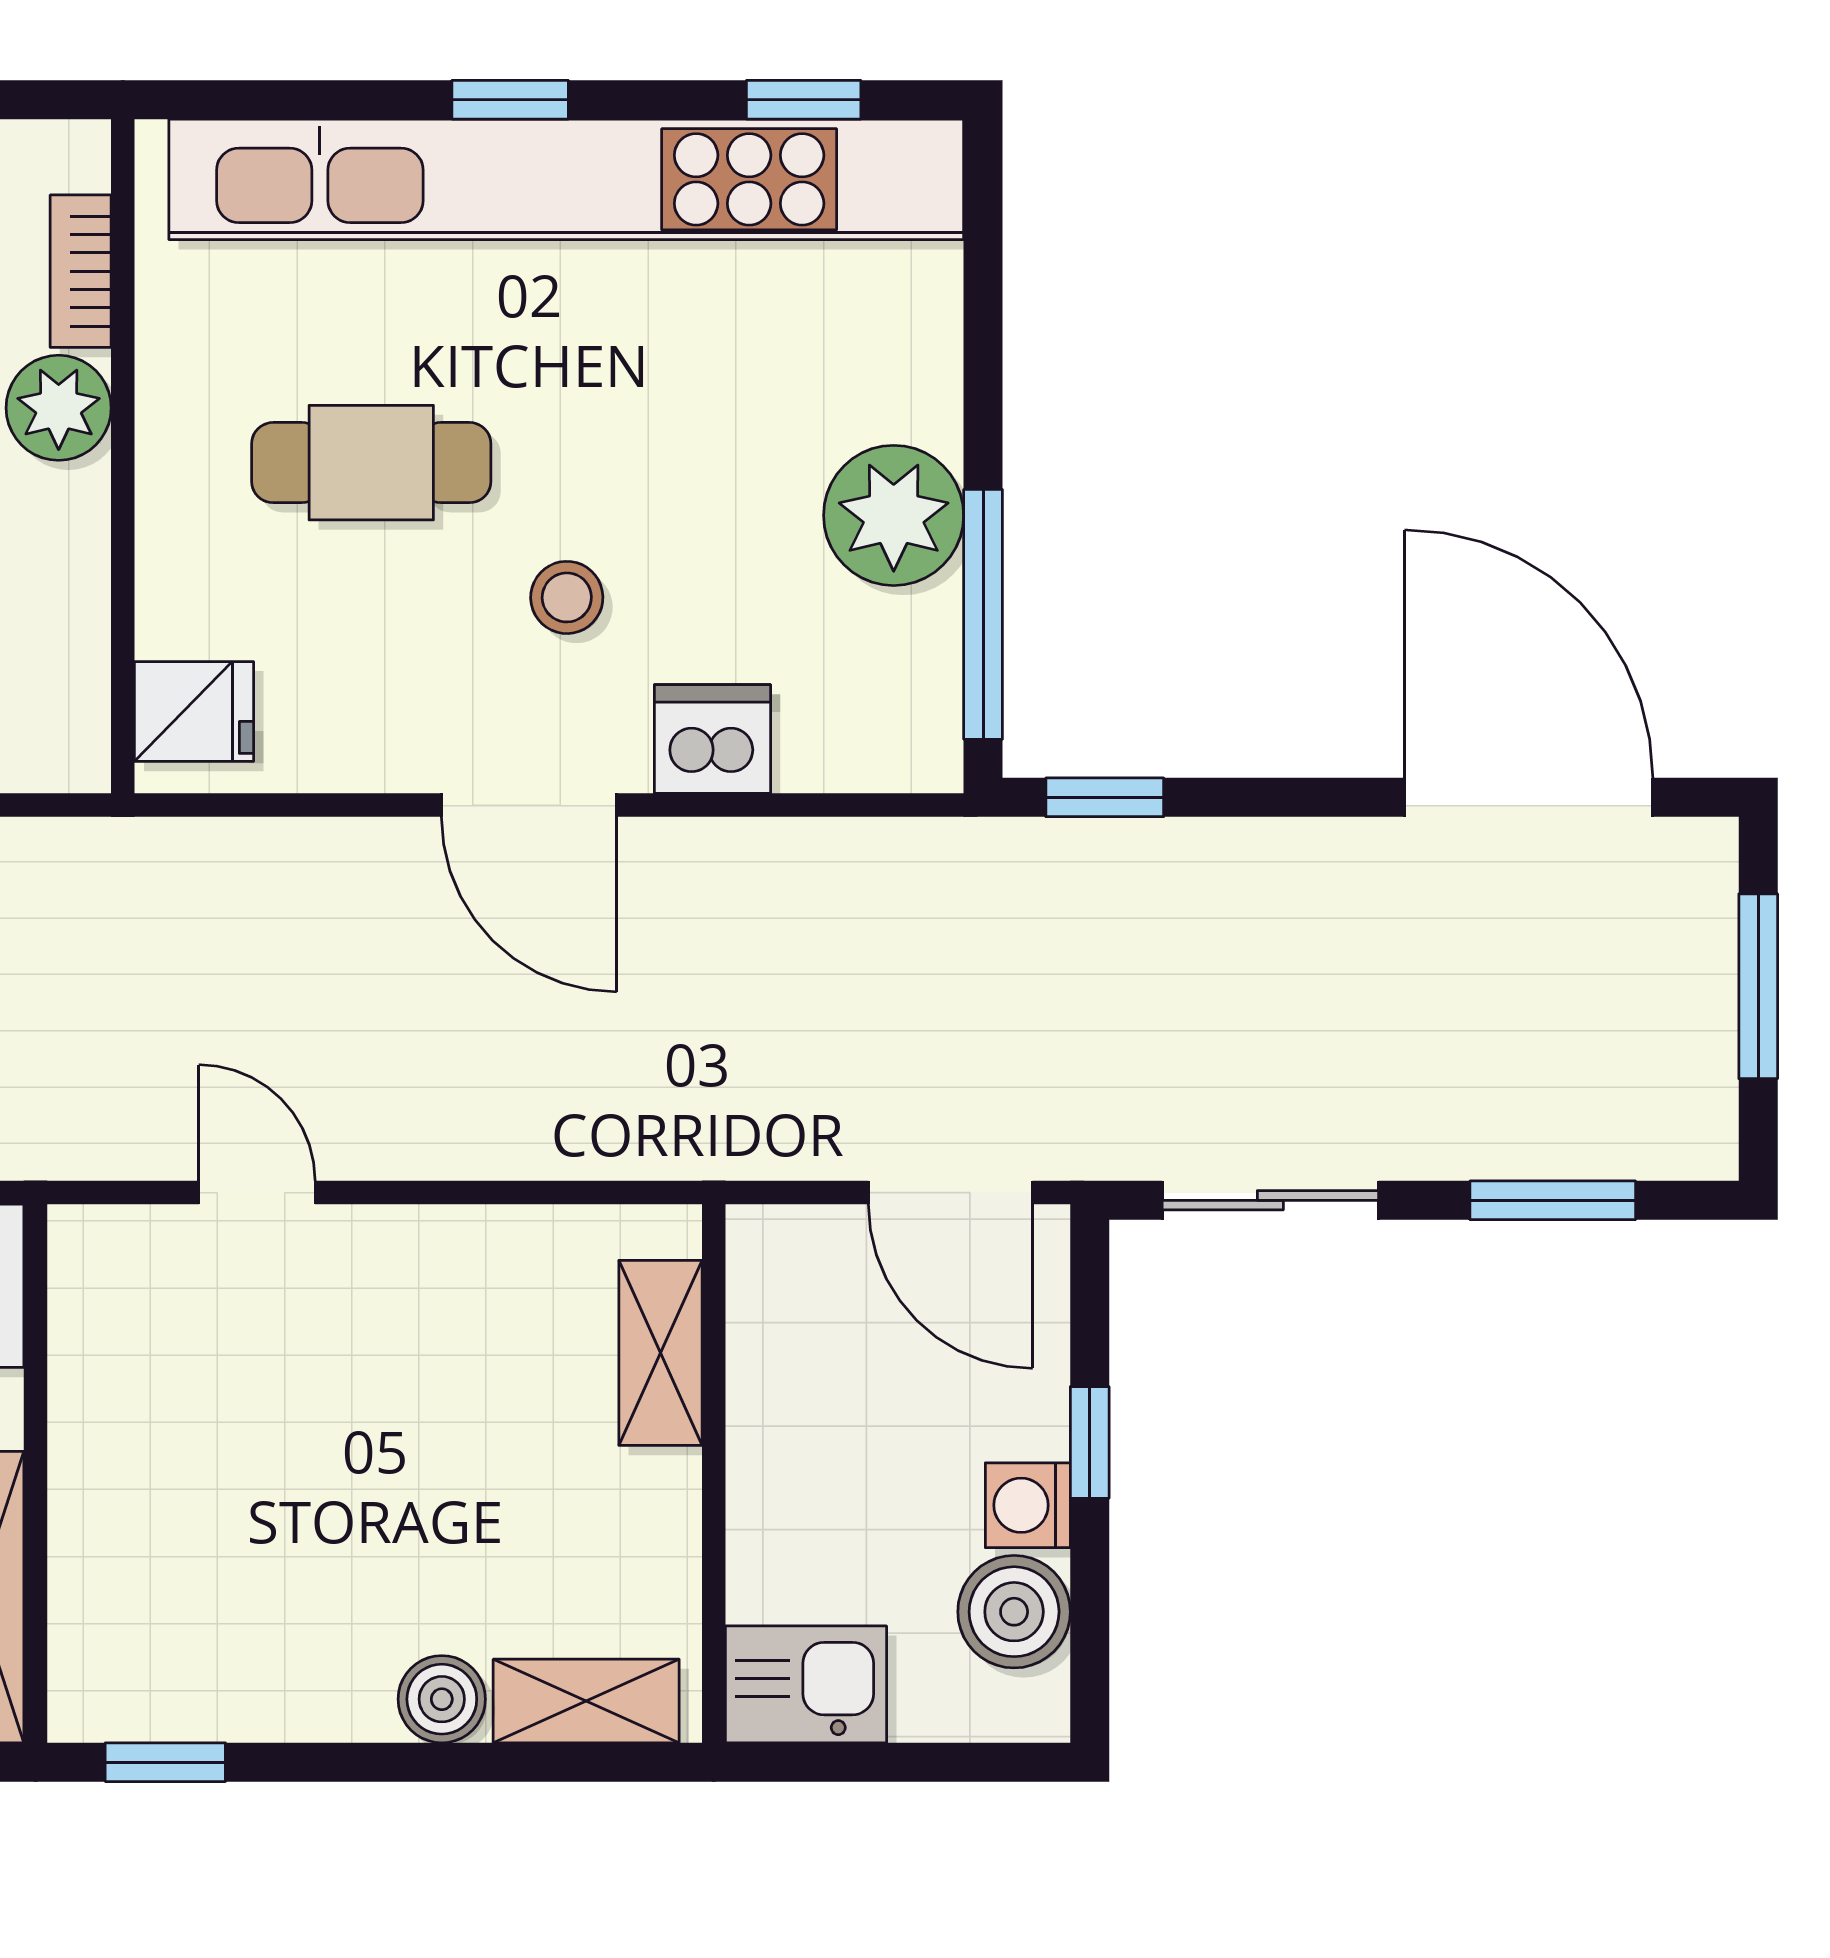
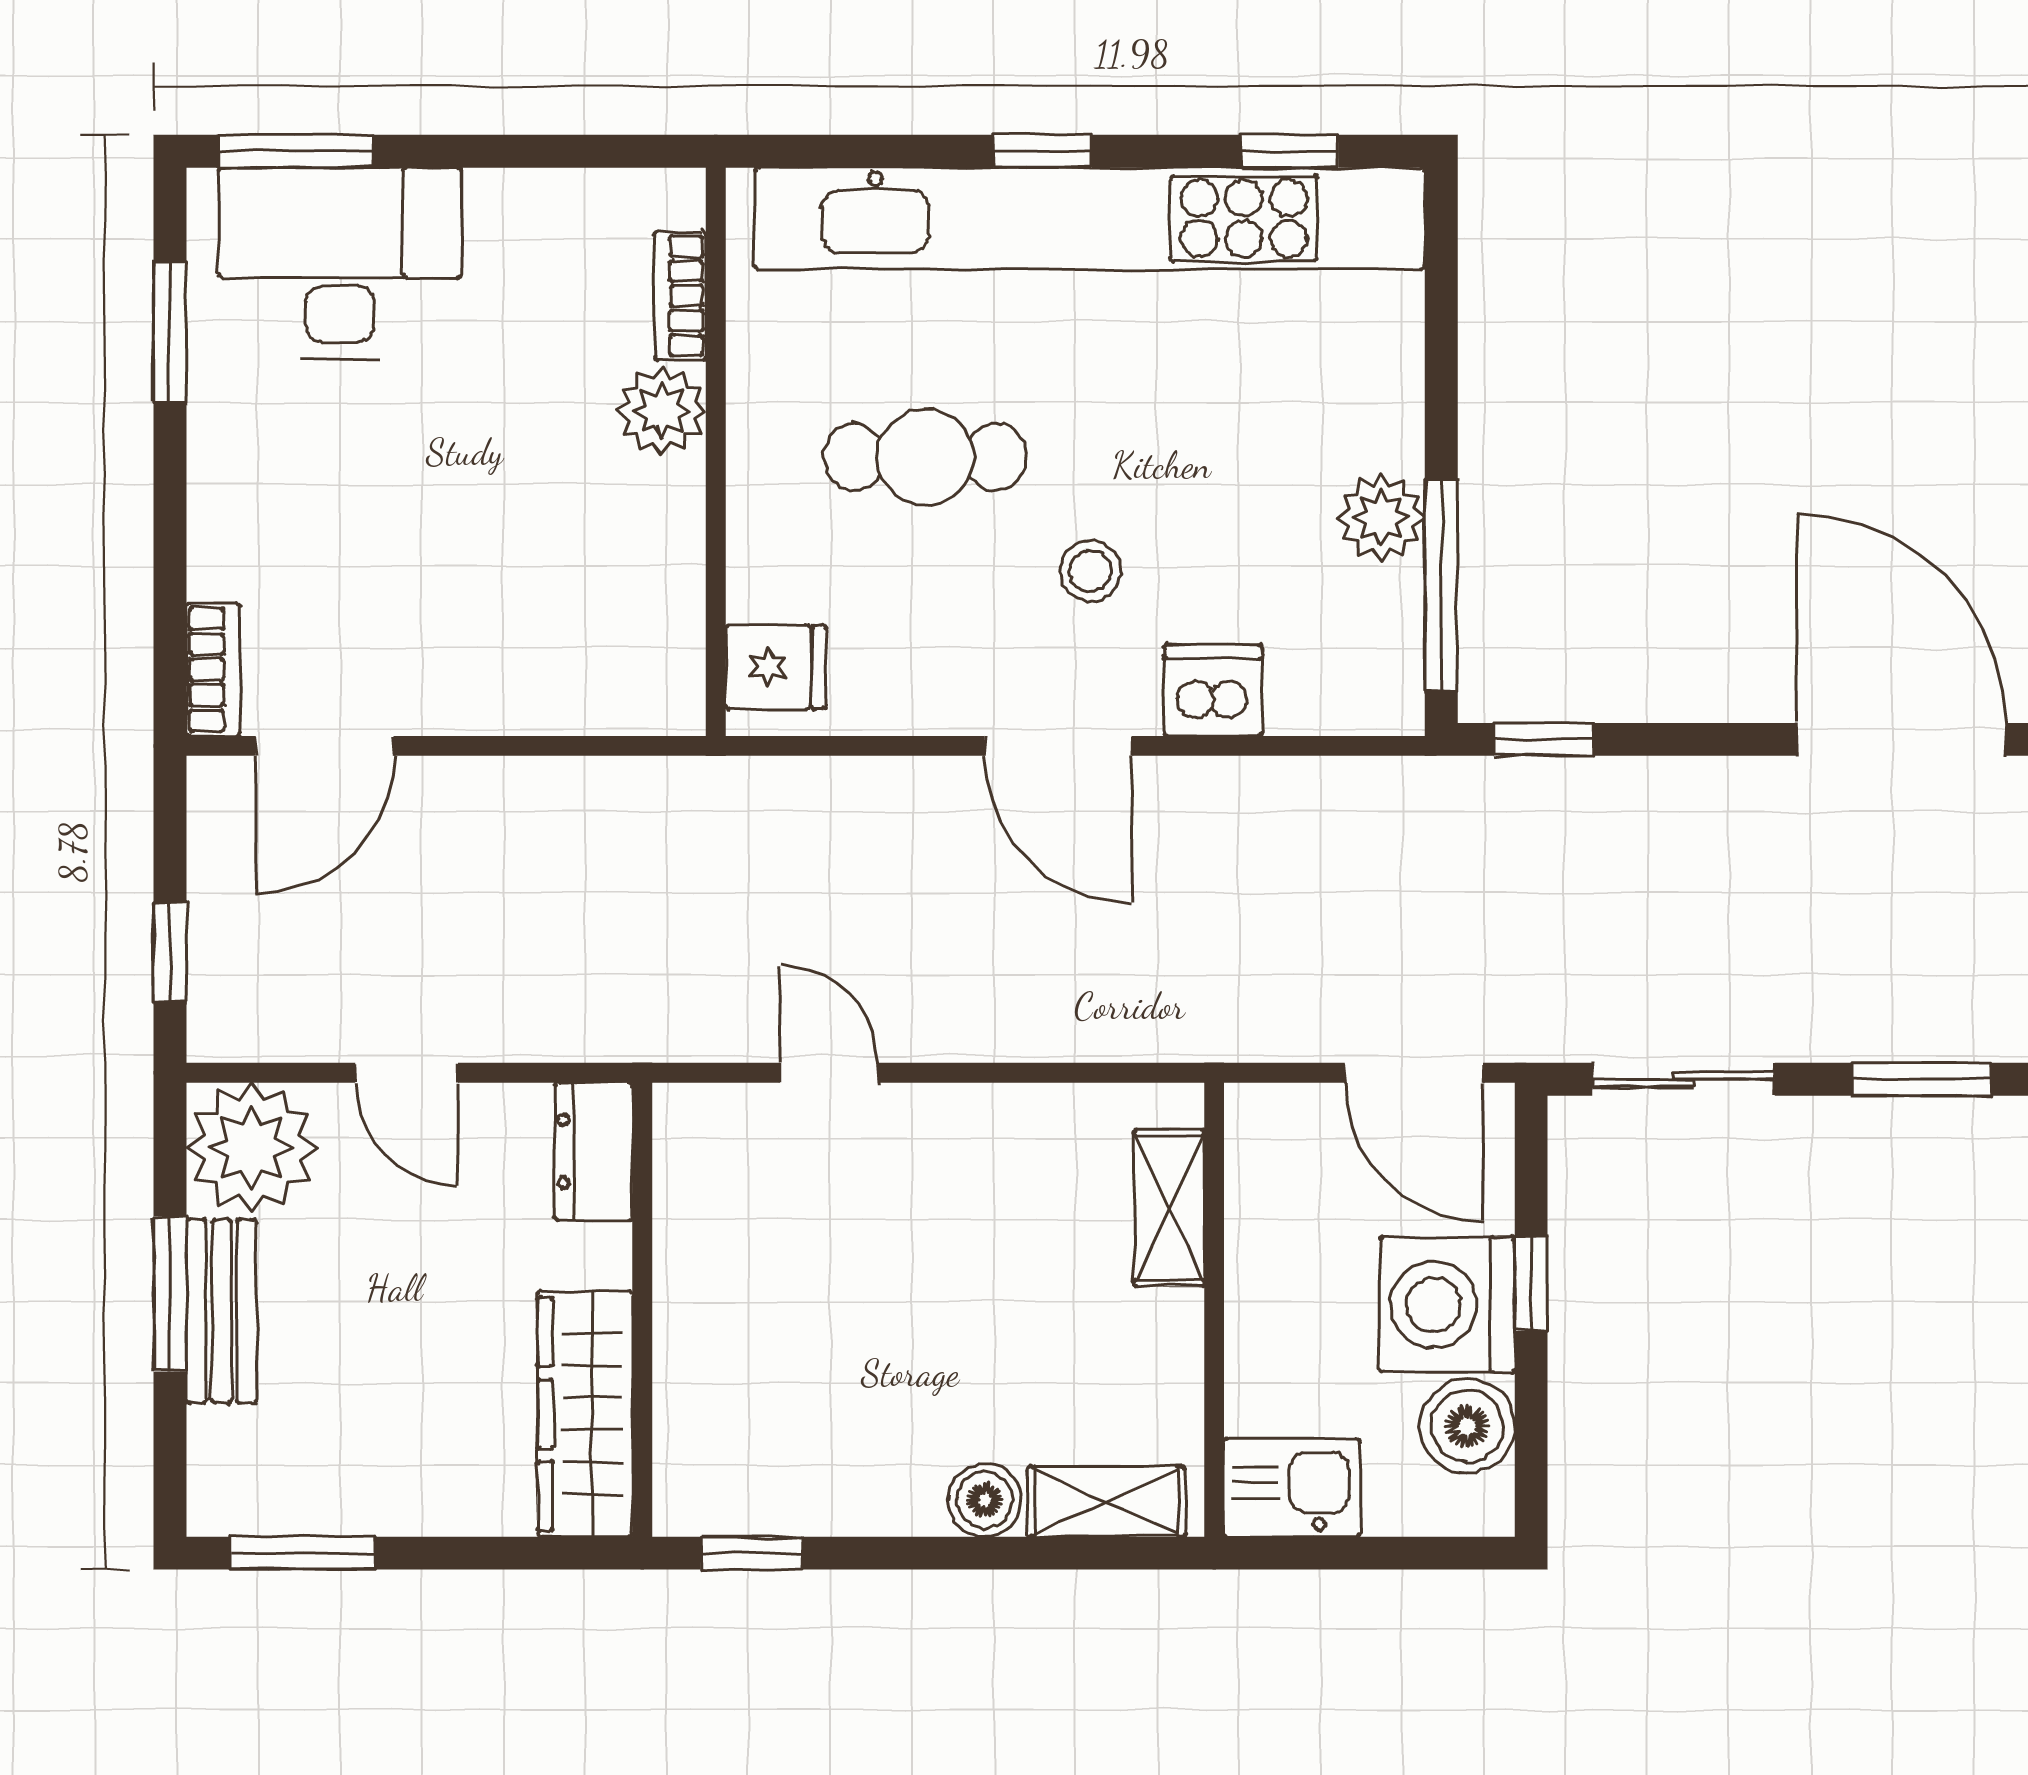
plant: (894, 515) -> (1382, 517), width x0.73, depth x0.73
washing machine: (1028, 1505) -> (1447, 1305), width x1.89, depth x1.89

